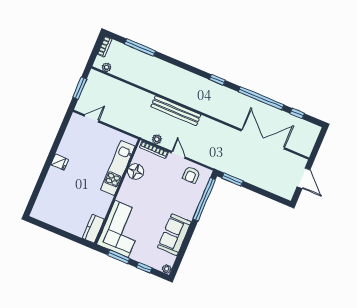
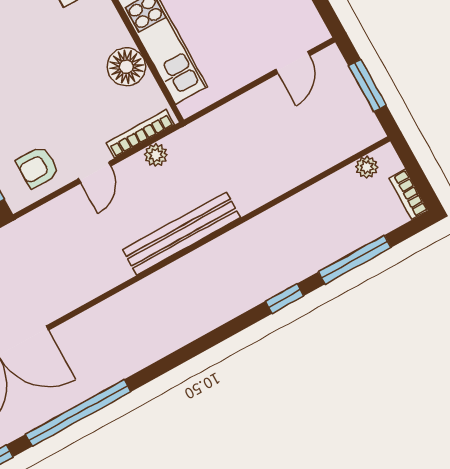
window: (217, 80) -> (285, 299), moved
door: (178, 155) -> (95, 172), hinge flipped
armchair: (191, 175) -> (38, 167), turned -90

